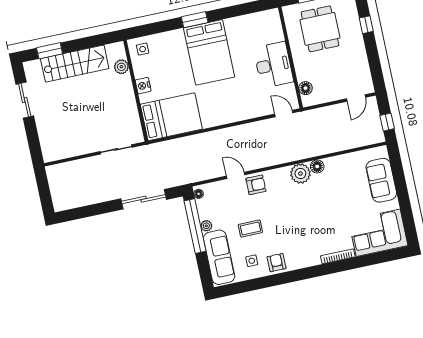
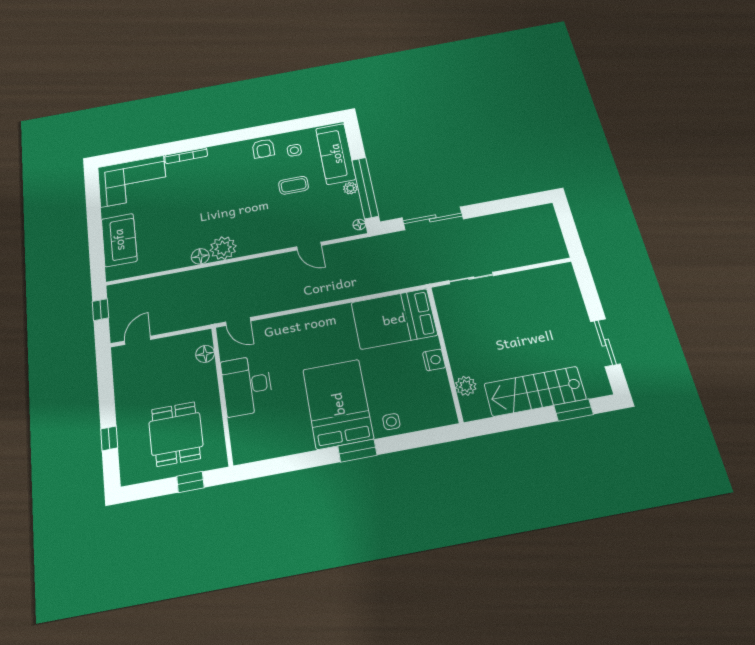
side table: (143, 49) -> (391, 422), moved
armchair: (256, 185) -> (283, 235), removed

